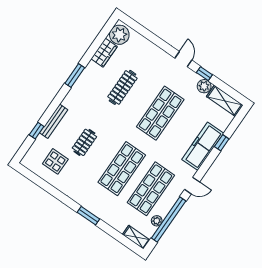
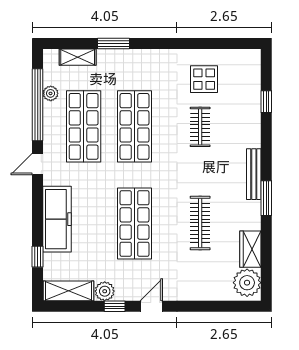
door: (183, 59) -> (151, 306), swing flipped
bench: (54, 121) -> (254, 174), moved
window: (222, 143) -> (38, 257), moved
display table: (55, 161) -> (204, 79), moved
window: (88, 216) -> (114, 44), moved
shelving: (136, 237) -> (78, 57), moved

